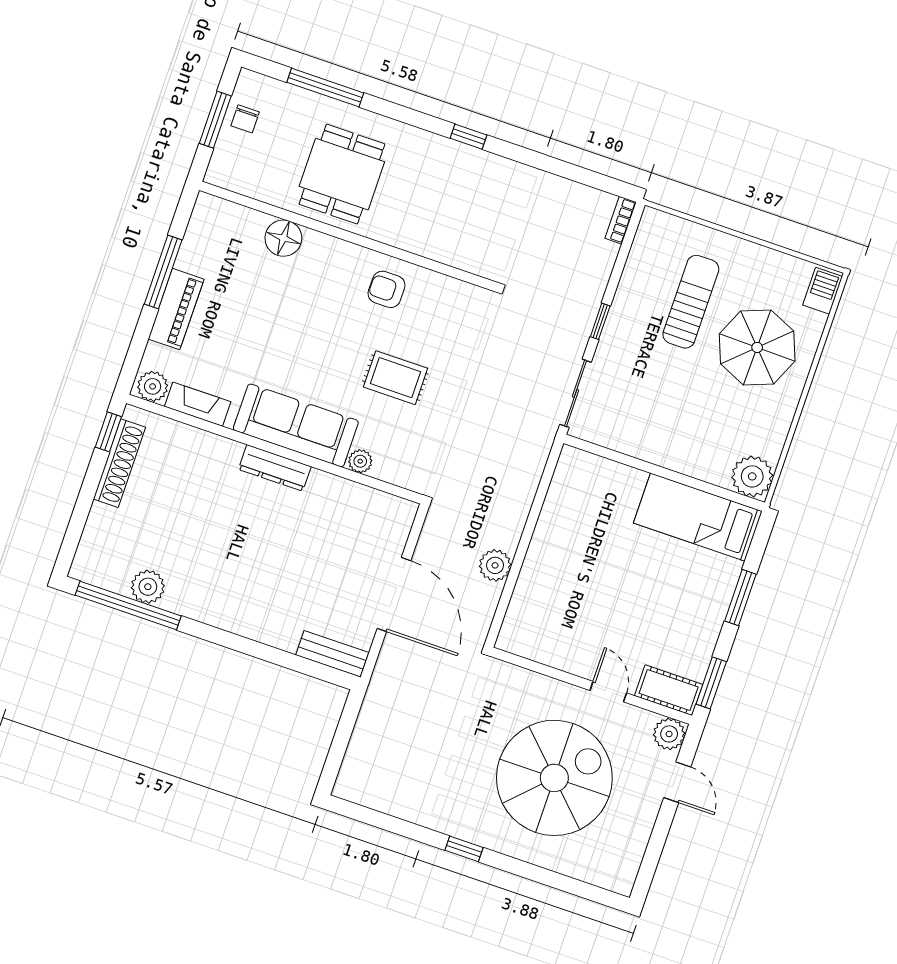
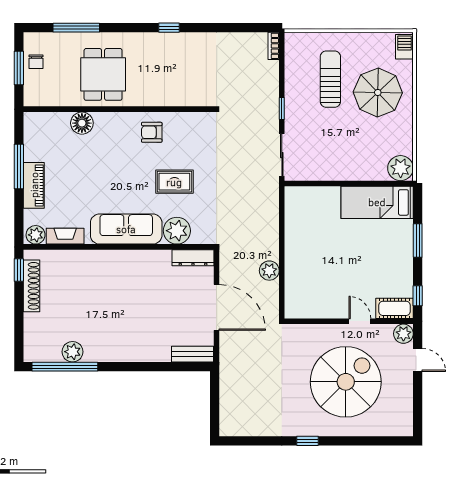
plant: (360, 461) -> (177, 231), width x1.88, depth x1.88
dresser: (275, 468) -> (193, 258), moved
window: (711, 683) -> (418, 296), width x0.67

